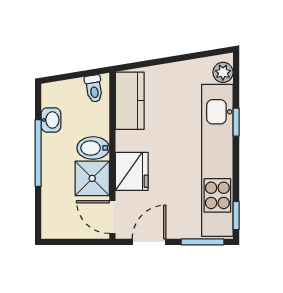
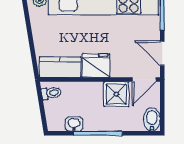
bidet: (93, 148) -> (152, 119), moved, turned 180
fridge: (132, 171) -> (96, 66), moved

